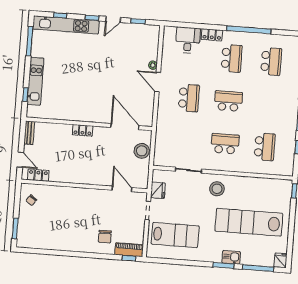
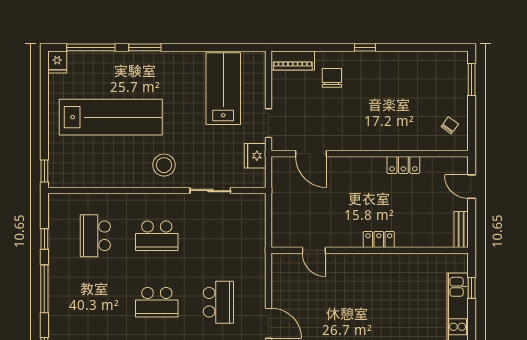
school desk: (189, 98) -> (218, 302), turned 180
door: (125, 127) -> (314, 250), width x0.53
stool: (142, 151) -> (285, 215), removed
locker: (38, 175) -> (403, 165), moved
lab bench: (175, 235) -> (223, 89), turned 90
kitchen sink: (231, 257) -> (134, 61), removed
window: (129, 258) -> (365, 47), moved

